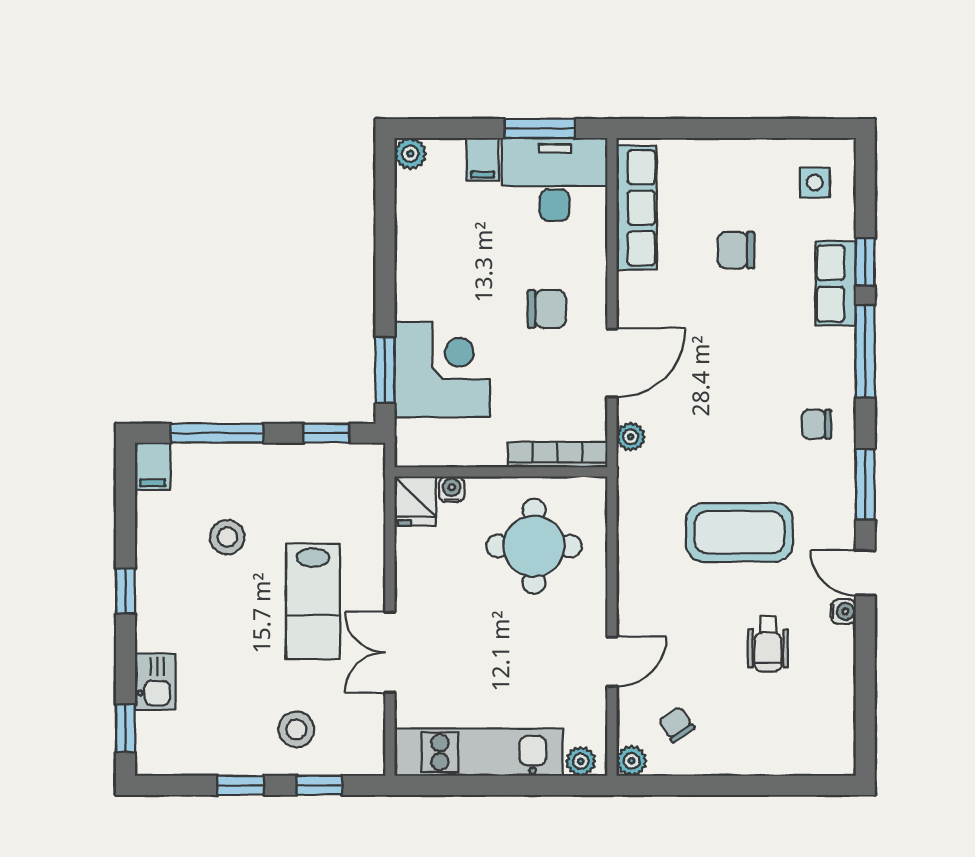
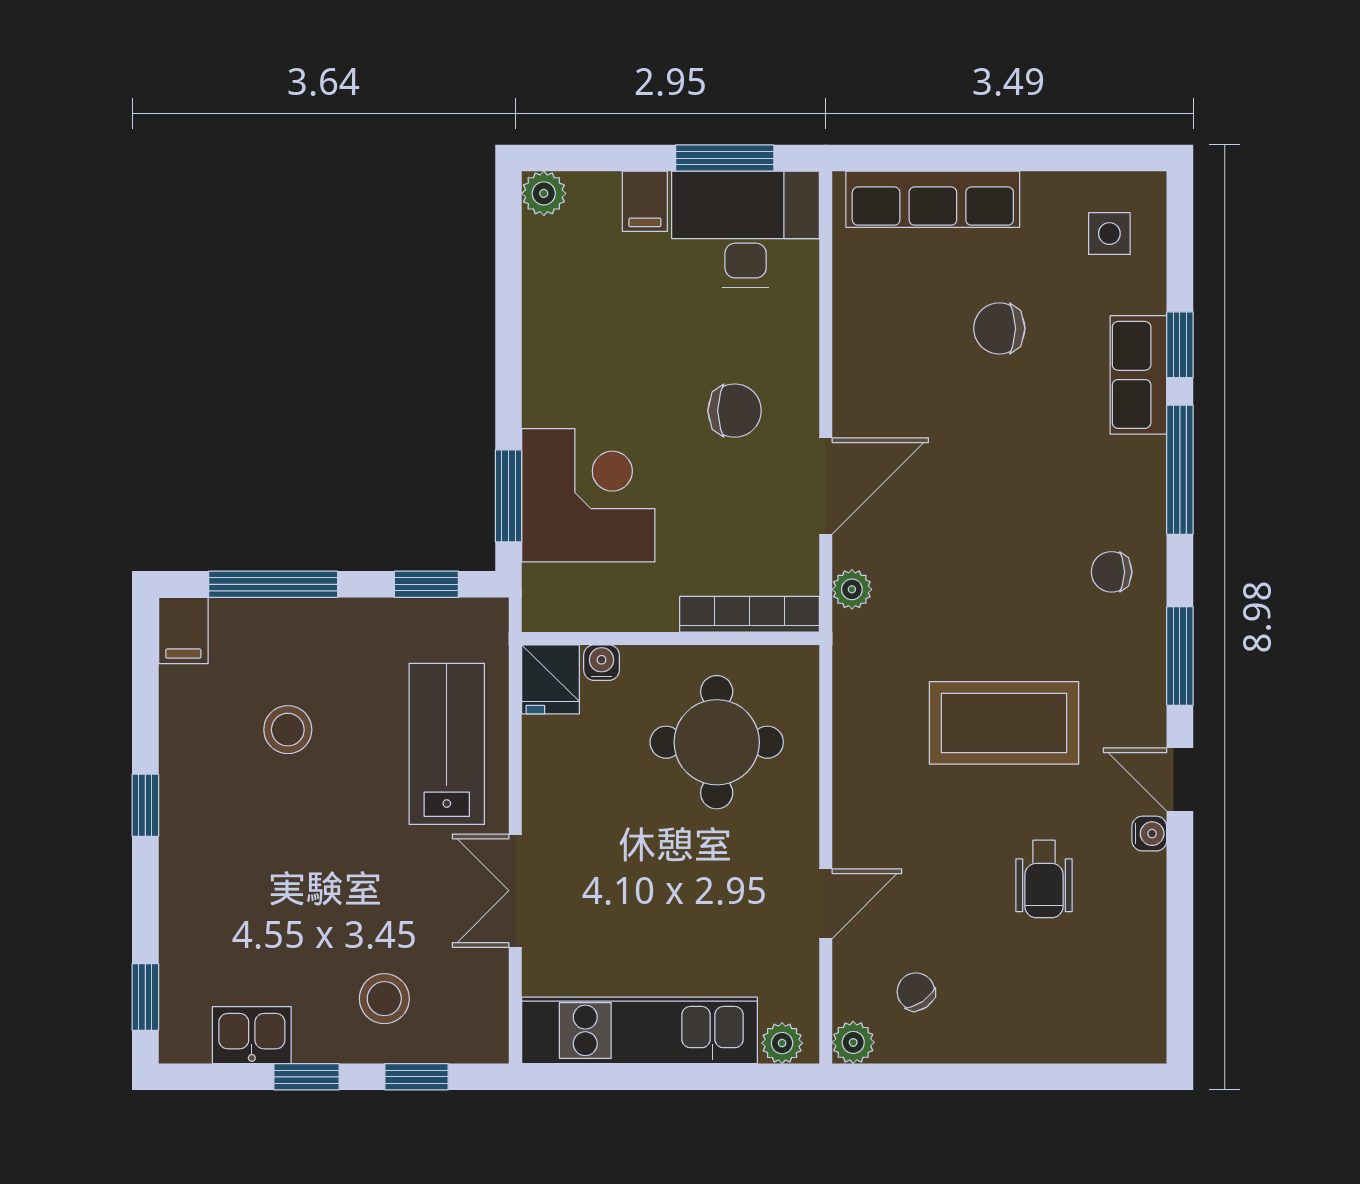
row of seats: (637, 208) -> (933, 199), moved, turned 90
lab bench: (313, 601) -> (447, 744), moved, turned 180
kitchen sink: (155, 682) -> (252, 1035), moved, turned -90

